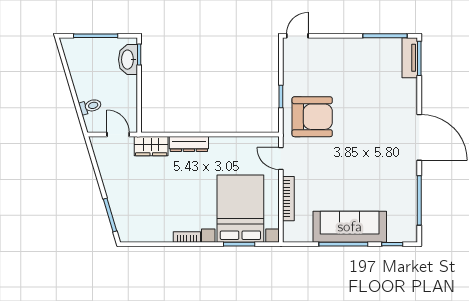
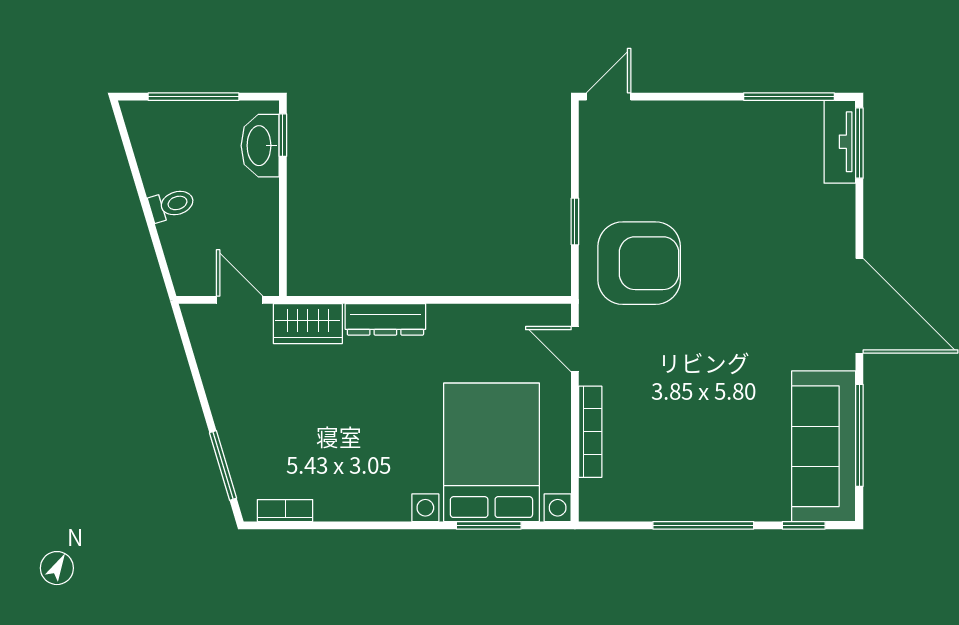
toilet: (90, 106) -> (172, 205), moved
sofa: (350, 227) -> (824, 446), moved, turned -90
bookcase: (187, 237) -> (285, 511), moved

